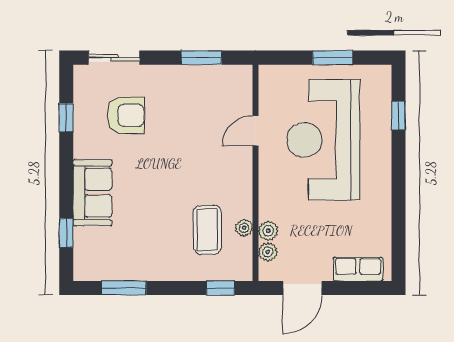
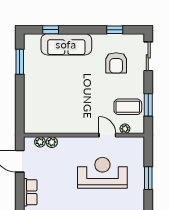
reception desk: (323, 140) -> (102, 173), width x0.74, depth x0.77
sofa: (93, 193) -> (66, 44), width x1.36
plant: (244, 228) -> (125, 129), moved
coffee table: (207, 230) -> (128, 107), moved
window: (220, 288) -> (20, 115), removed

